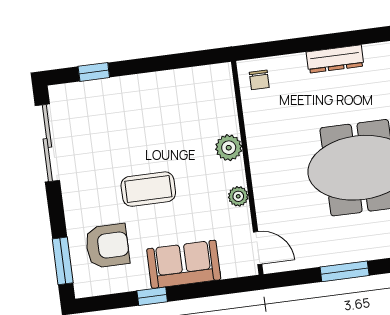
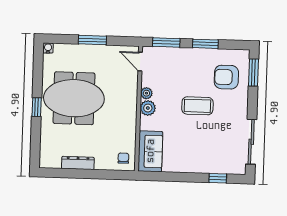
plant: (229, 148) -> (148, 108), moved
sofa: (184, 264) -> (150, 151), moved, turned -90
window: (219, 288) -> (166, 42), added
window: (152, 296) -> (205, 44), width x1.50

